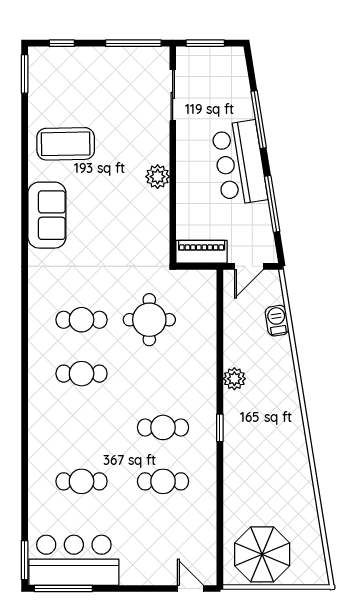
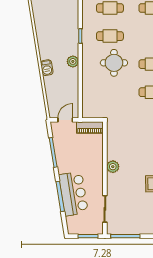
bar counter: (239, 163) -> (73, 194), moved
round table: (149, 320) -> (114, 63), moved
barbecue: (277, 321) -> (47, 68), moved

